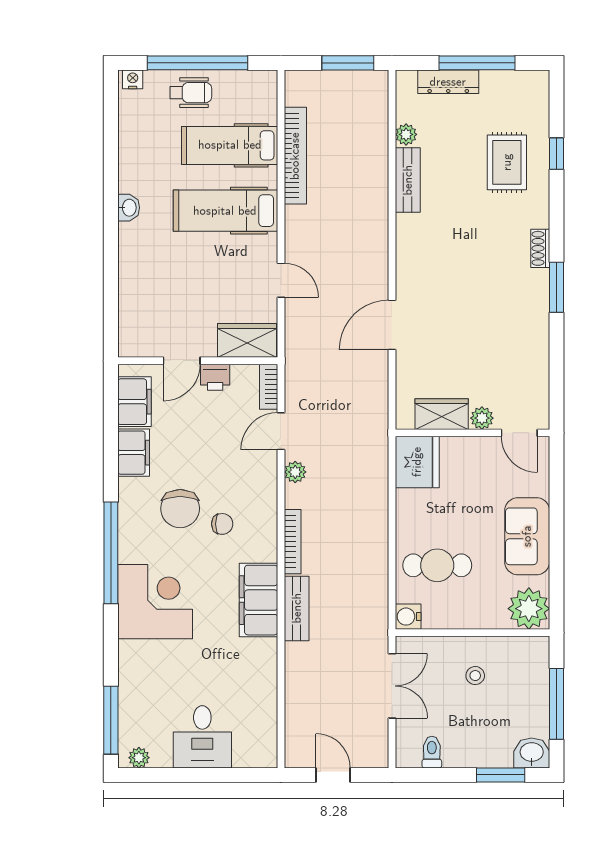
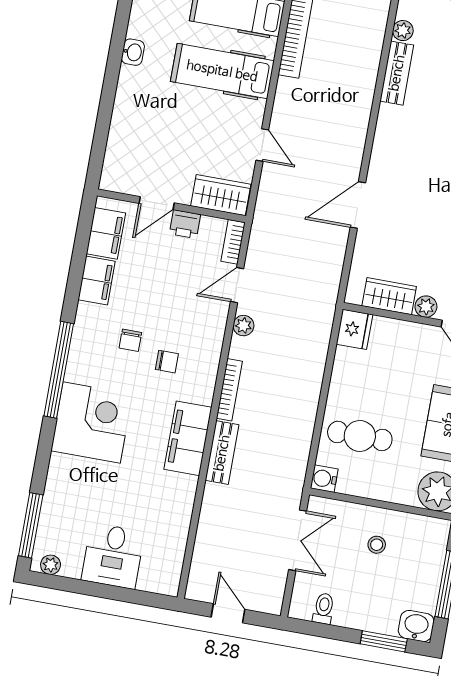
fridge: (417, 462) -> (354, 329), width x0.73, depth x0.75
chair: (180, 509) -> (130, 340), width x0.54, depth x0.54

